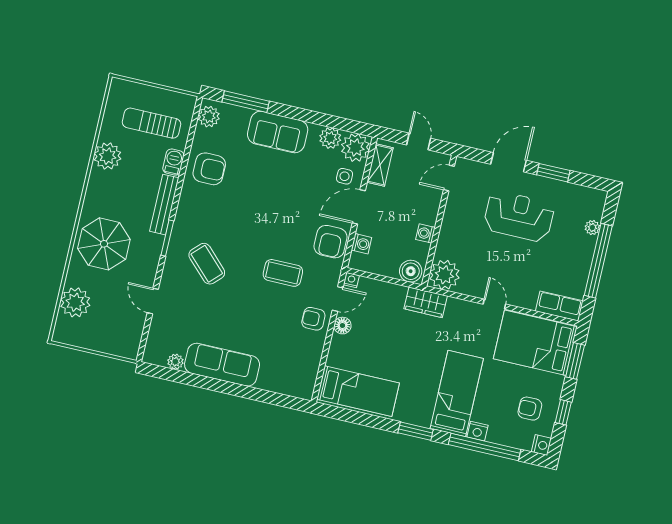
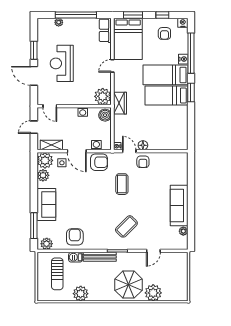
plant: (75, 302) -> (153, 293), moved
bed: (358, 391) -> (166, 95), moved, turned -90

